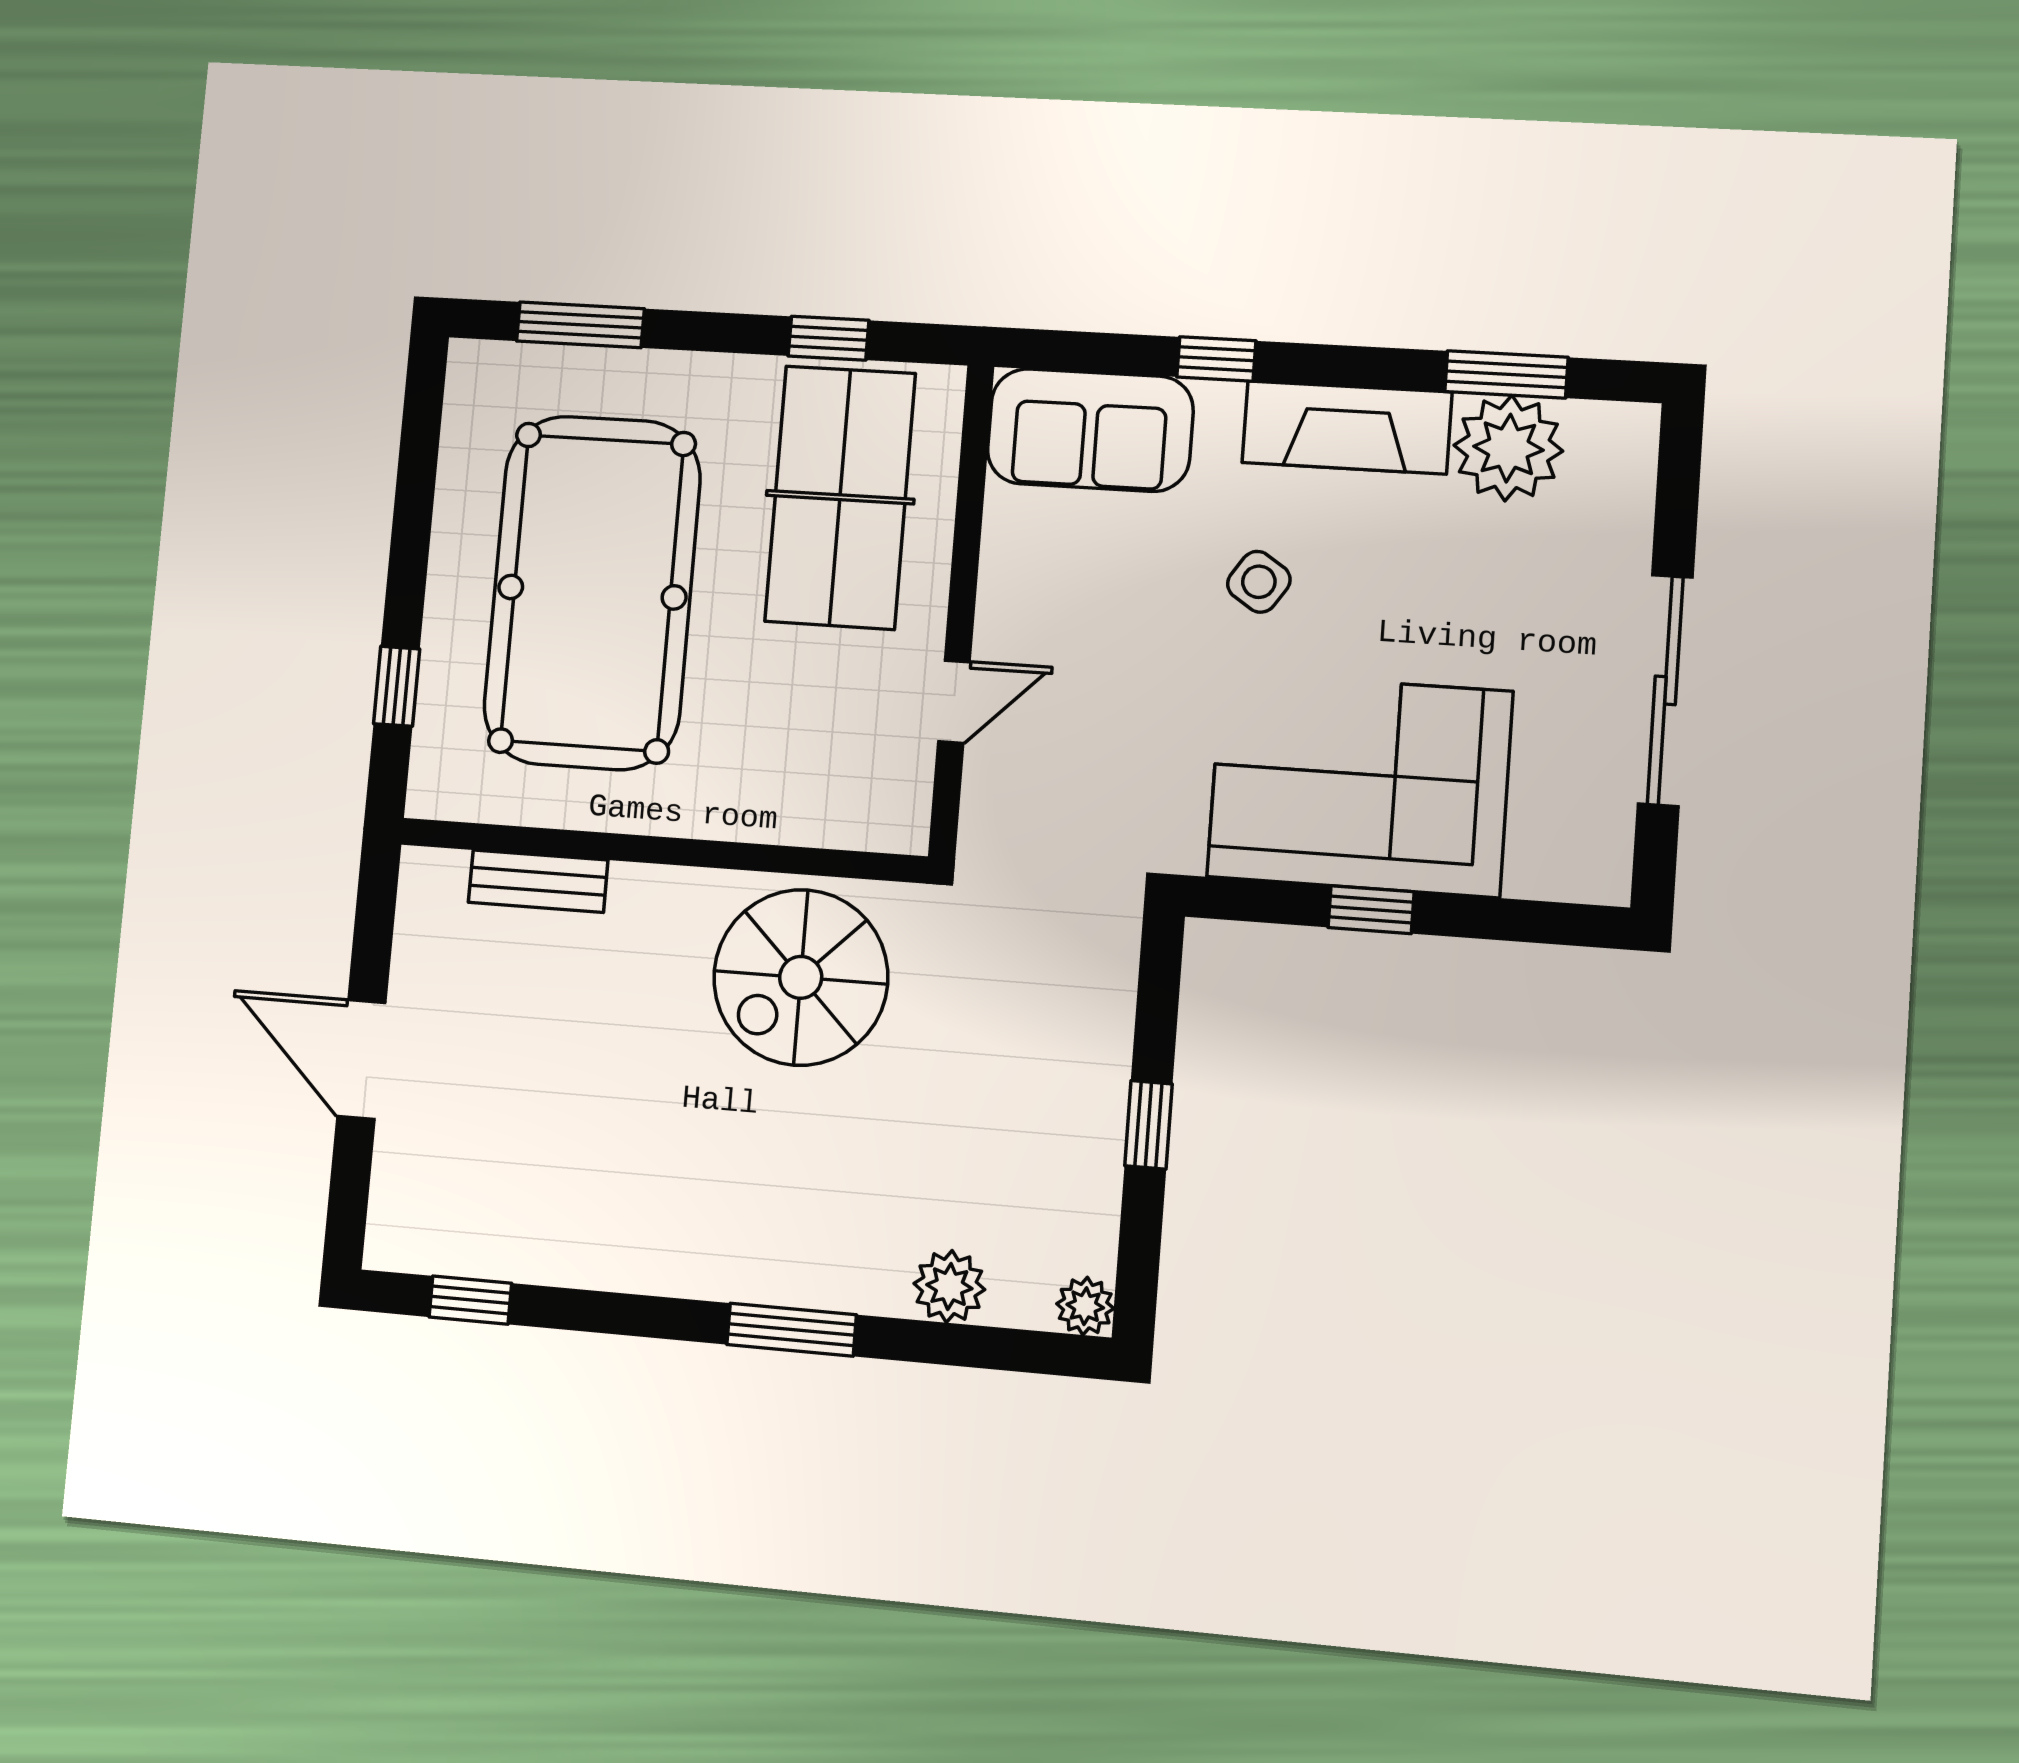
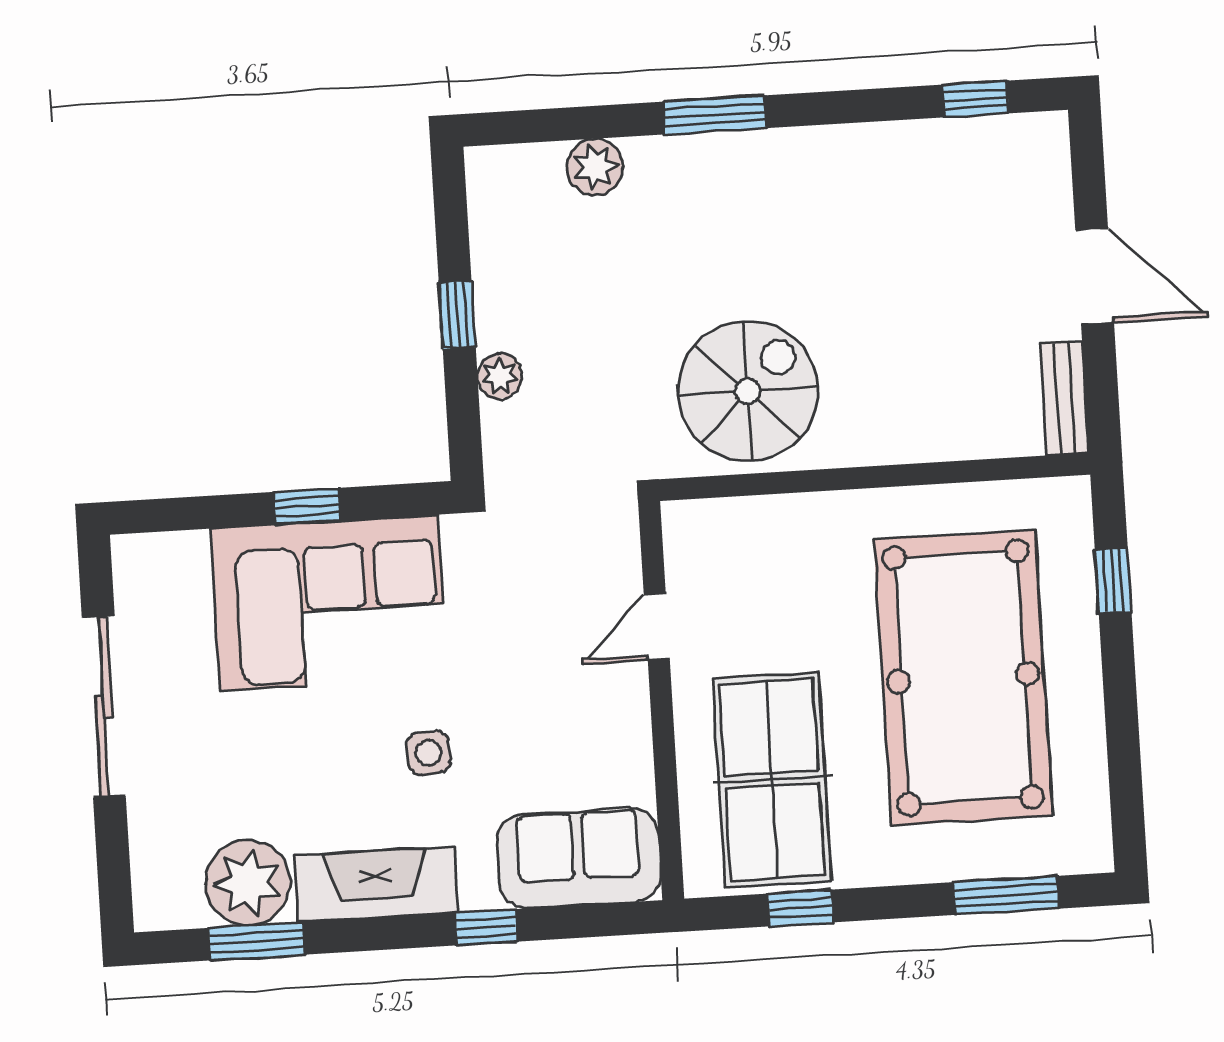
side table: (1259, 582) -> (428, 753), turned -38
bench: (538, 881) -> (1064, 398), moved, turned 90
plant: (1085, 1306) -> (500, 376), moved

